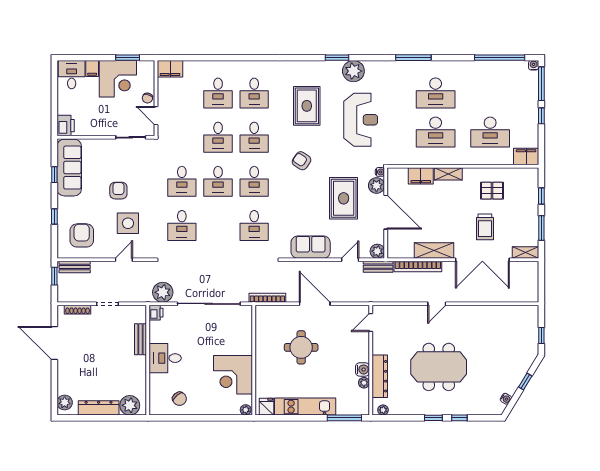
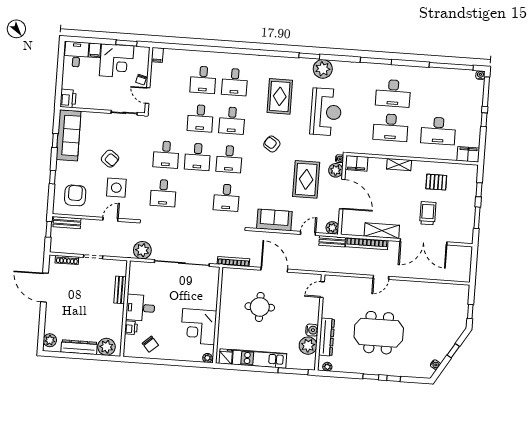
filing cabinet: (170, 69) -> (157, 55), width x0.50
filing cabinet: (421, 176) -> (356, 163), moved
armchair: (118, 191) -> (110, 159), turned 127
trolley: (485, 227) -> (428, 213), turned 180
shelving: (525, 252) -> (462, 238), removed
printer: (156, 313) -> (131, 328), moved
plant: (364, 383) -> (308, 346), width x1.88, depth x1.88

